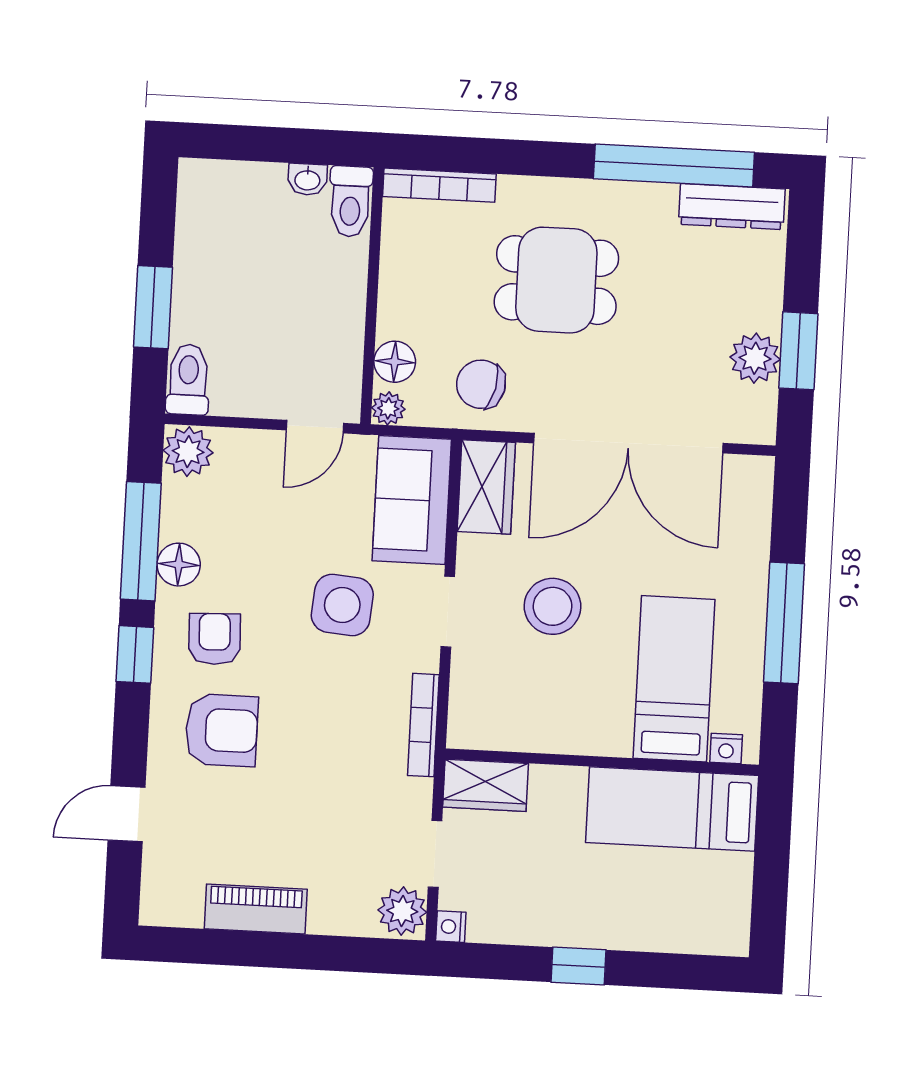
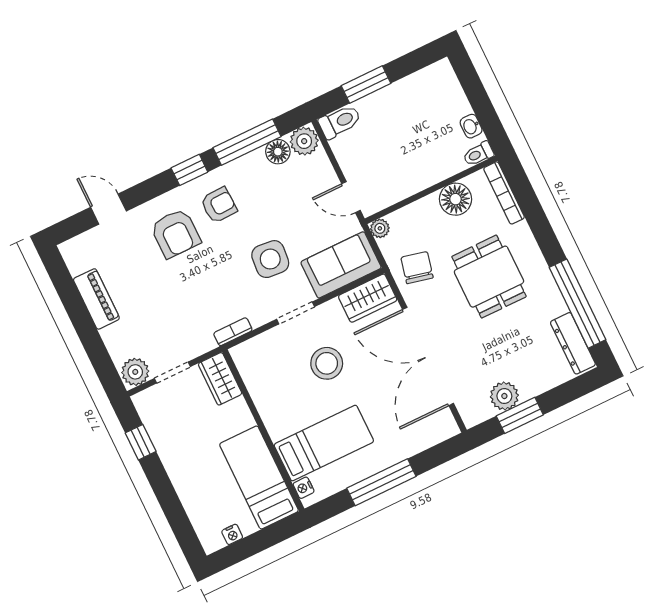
toilet: (350, 201) -> (478, 154), width x0.73, depth x0.72
floor lamp: (395, 362) -> (456, 199), moved, width x1.38, depth x1.38
floor lamp: (179, 565) -> (278, 152), moved
bookcase: (423, 725) -> (233, 332), width x0.64
nightstand: (451, 927) -> (232, 534), moved, turned 180
window: (579, 966) -> (141, 442), moved

